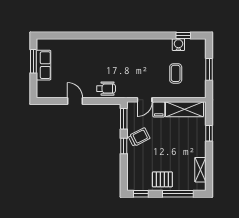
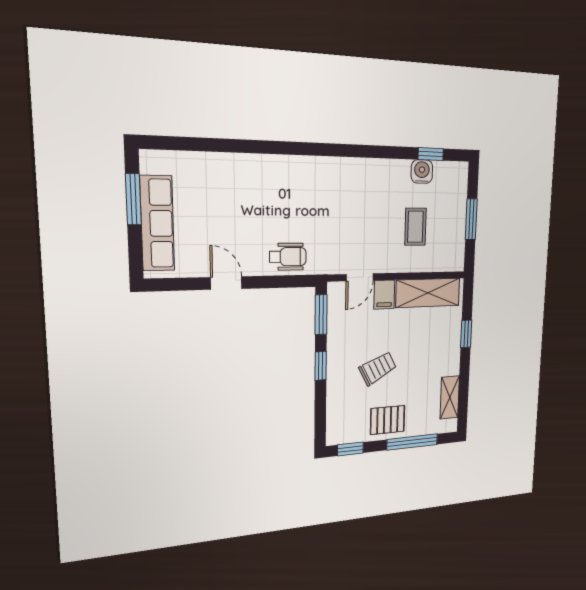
row of seats: (44, 65) -> (157, 223), width x1.48
trolley: (139, 137) -> (378, 368), moved

